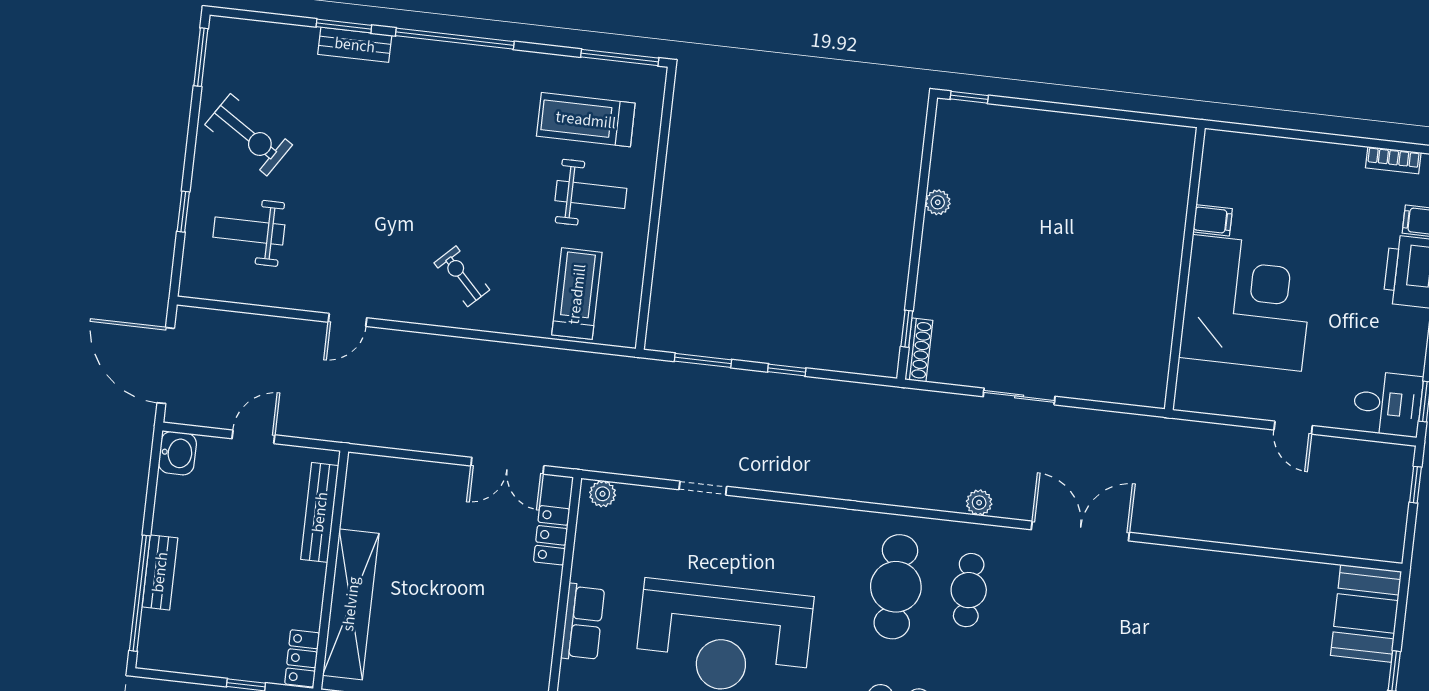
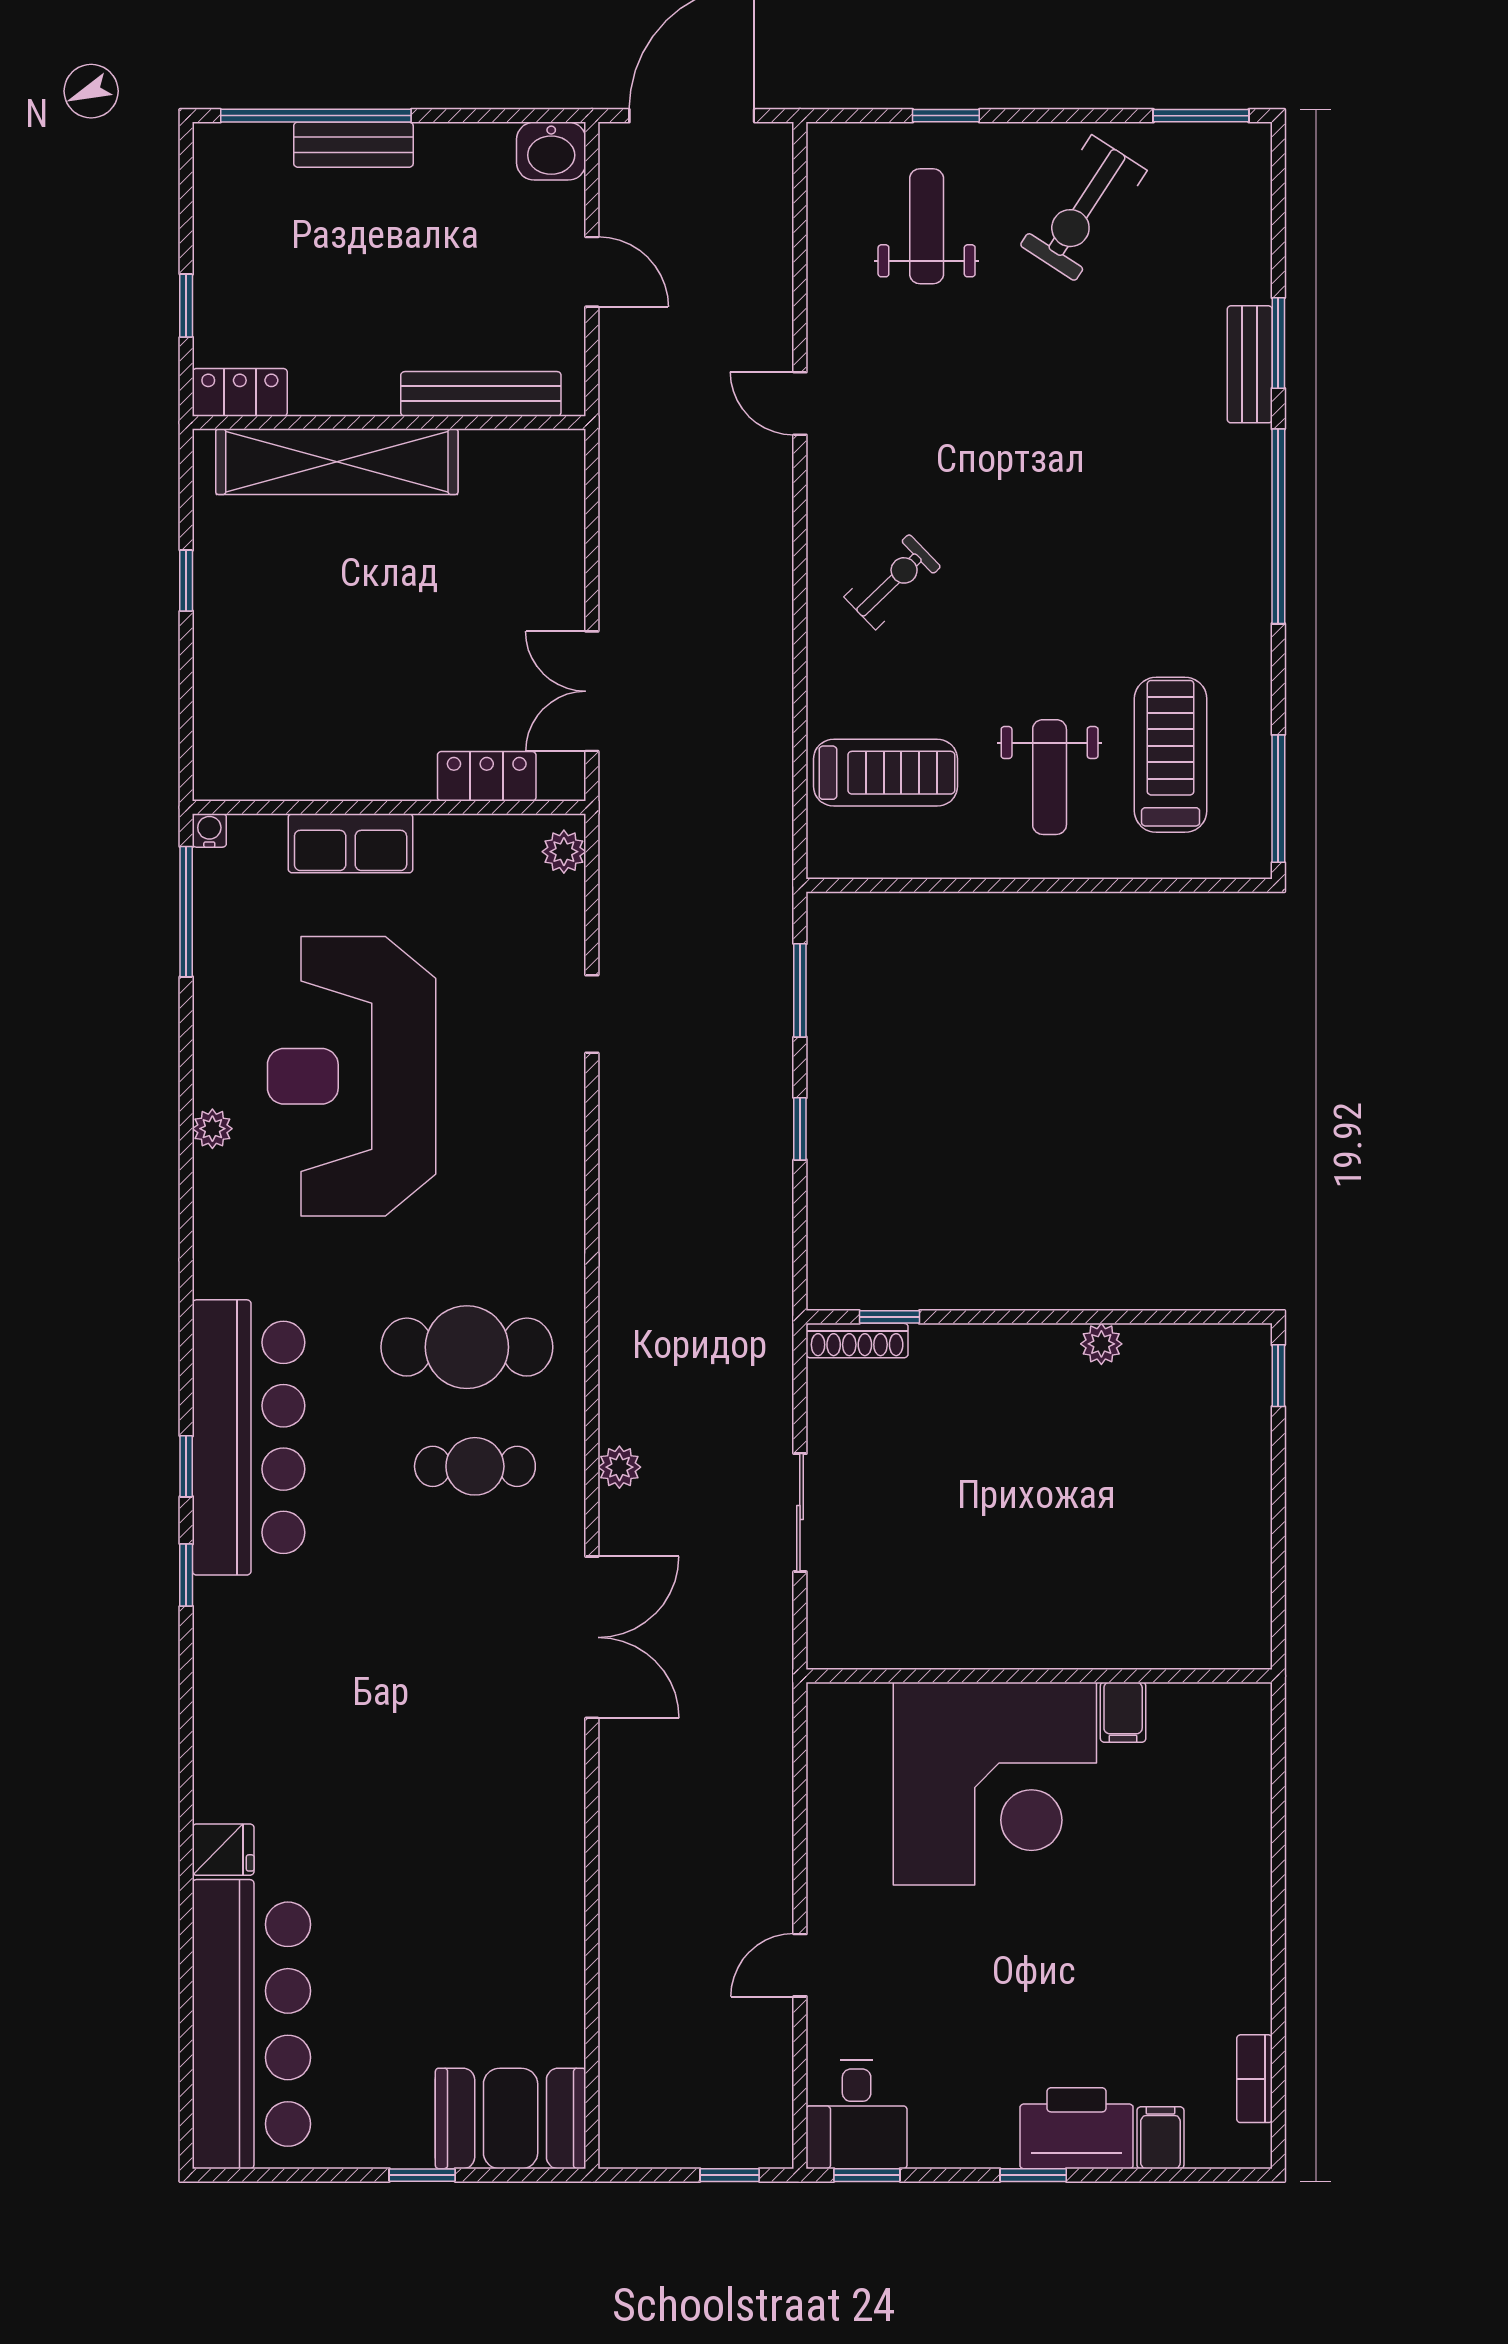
filing cabinet: (1213, 220) -> (1123, 1712), moved
wall: (1185, 269) -> (1039, 1676), moved
corner desk: (1247, 303) -> (995, 1784), moved

